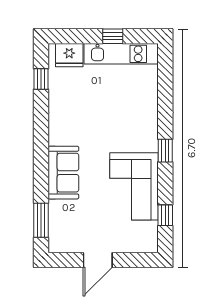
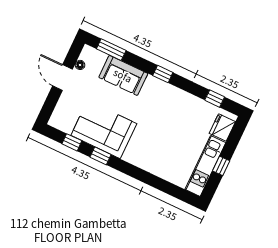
window: (41, 150) -> (163, 74), added
window: (165, 151) -> (101, 156), moved
sofa: (63, 173) -> (123, 75), moved
floor lamp: (74, 247) -> (80, 65), added

